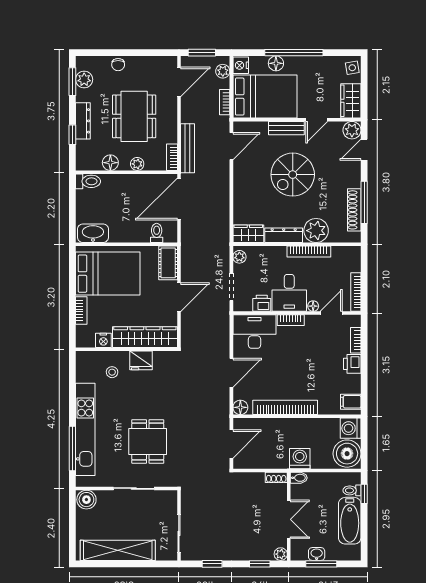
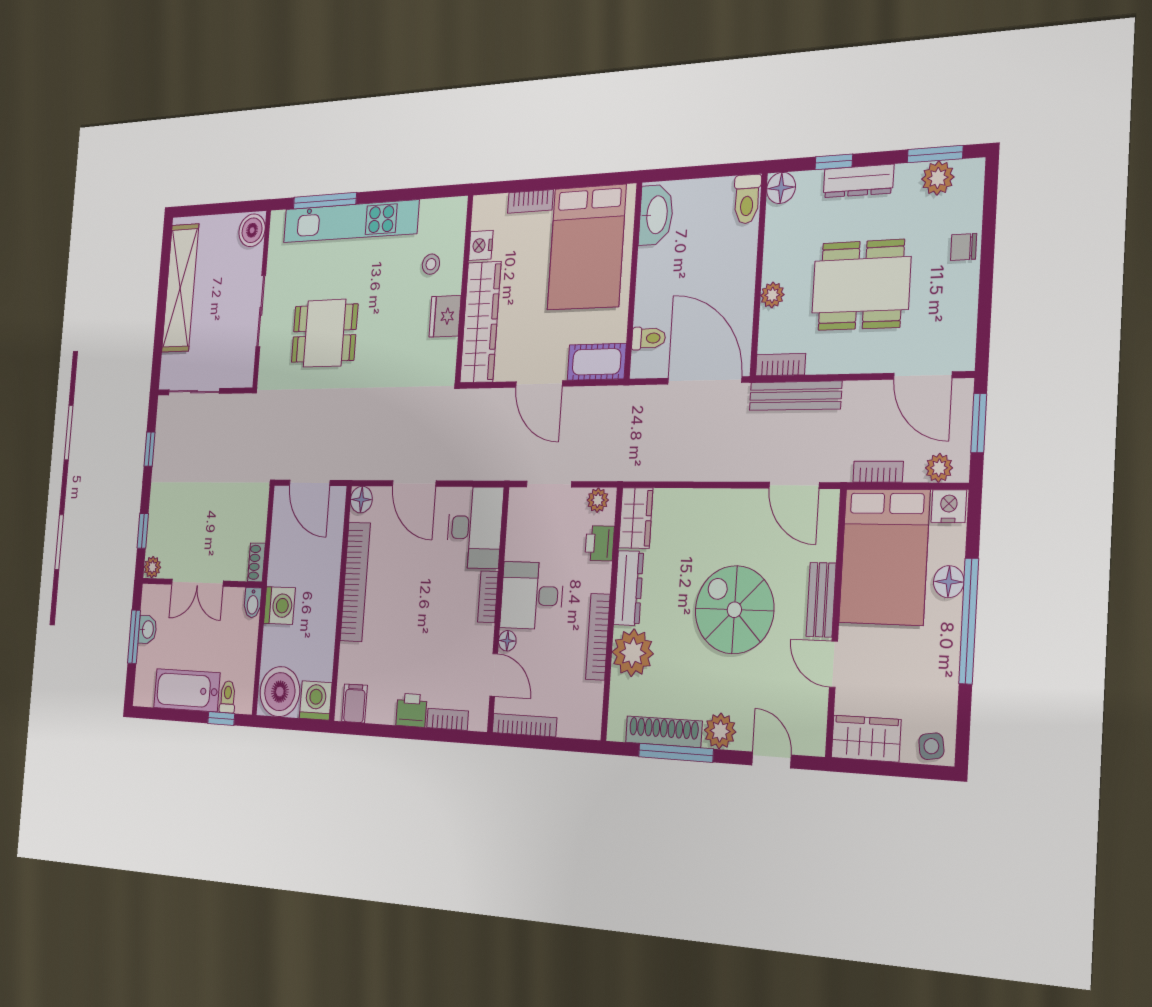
plant: (352, 130) -> (720, 731), moved
floor lamp: (110, 163) -> (781, 188), moved
printer: (262, 303) -> (600, 543), moved, turned 180

